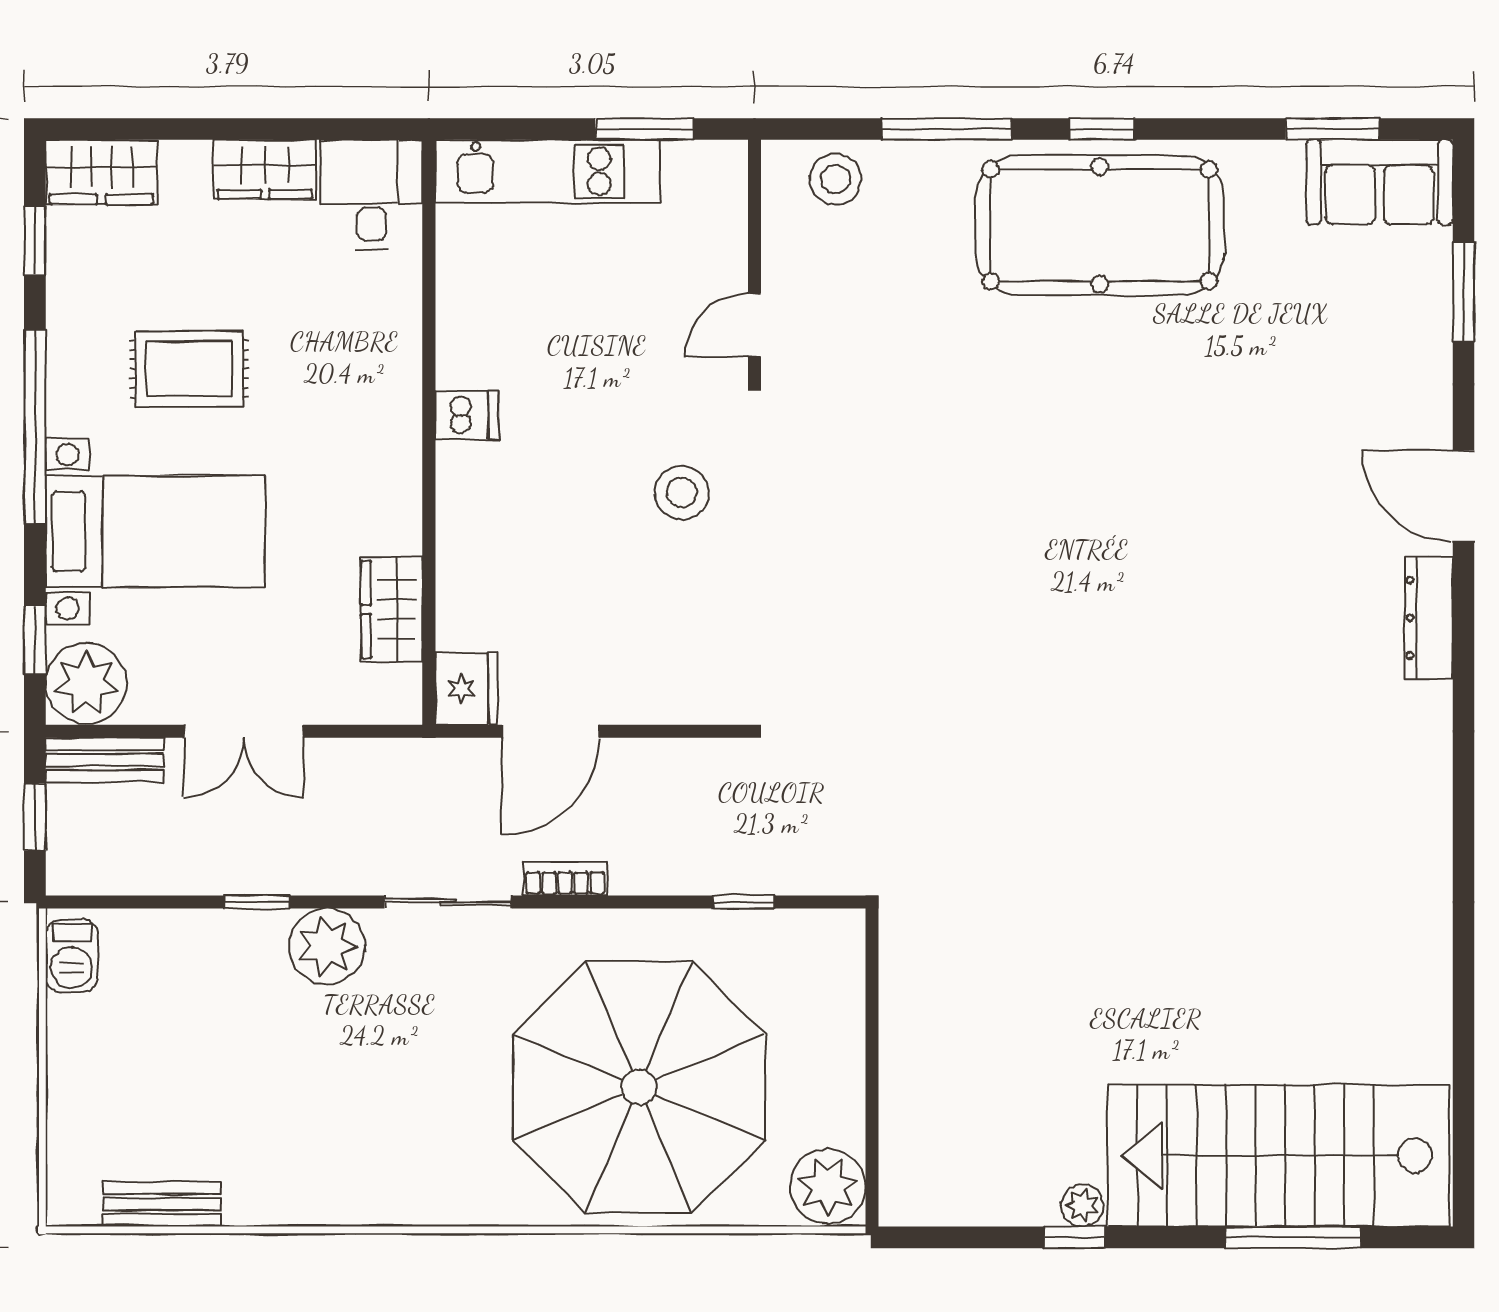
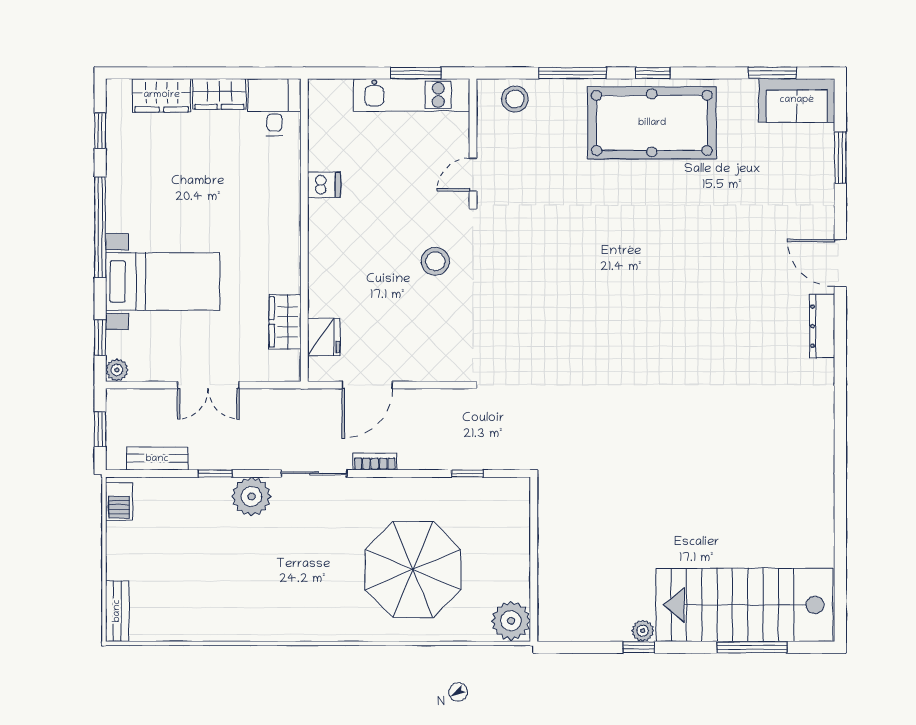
kitchen unit: (548, 171) -> (411, 95), moved
wardrobe: (101, 172) -> (162, 95), moved
rug: (189, 369) -> (180, 197), removed
dishwasher: (467, 415) -> (324, 185), moved
plant: (86, 683) -> (117, 370), width x0.53, depth x0.53
fridge: (466, 689) -> (324, 337), moved
bench: (105, 760) -> (157, 459), moved
parasol: (639, 1087) -> (413, 569), width x0.73, depth x0.73
bench: (162, 1204) -> (117, 611), moved, turned 90

